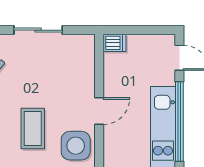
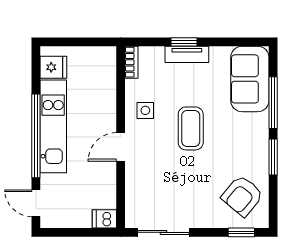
sliding door: (38, 30) -> (163, 232), moved
side table: (76, 146) -> (145, 110), width x0.54, depth x0.54

